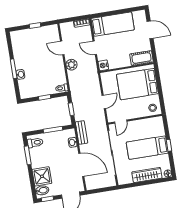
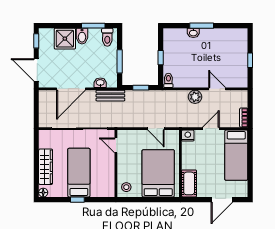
door: (62, 48) -> (217, 89), hinge flipped
door: (104, 102) -> (156, 129), moved
bidet: (42, 190) -> (82, 36), moved

